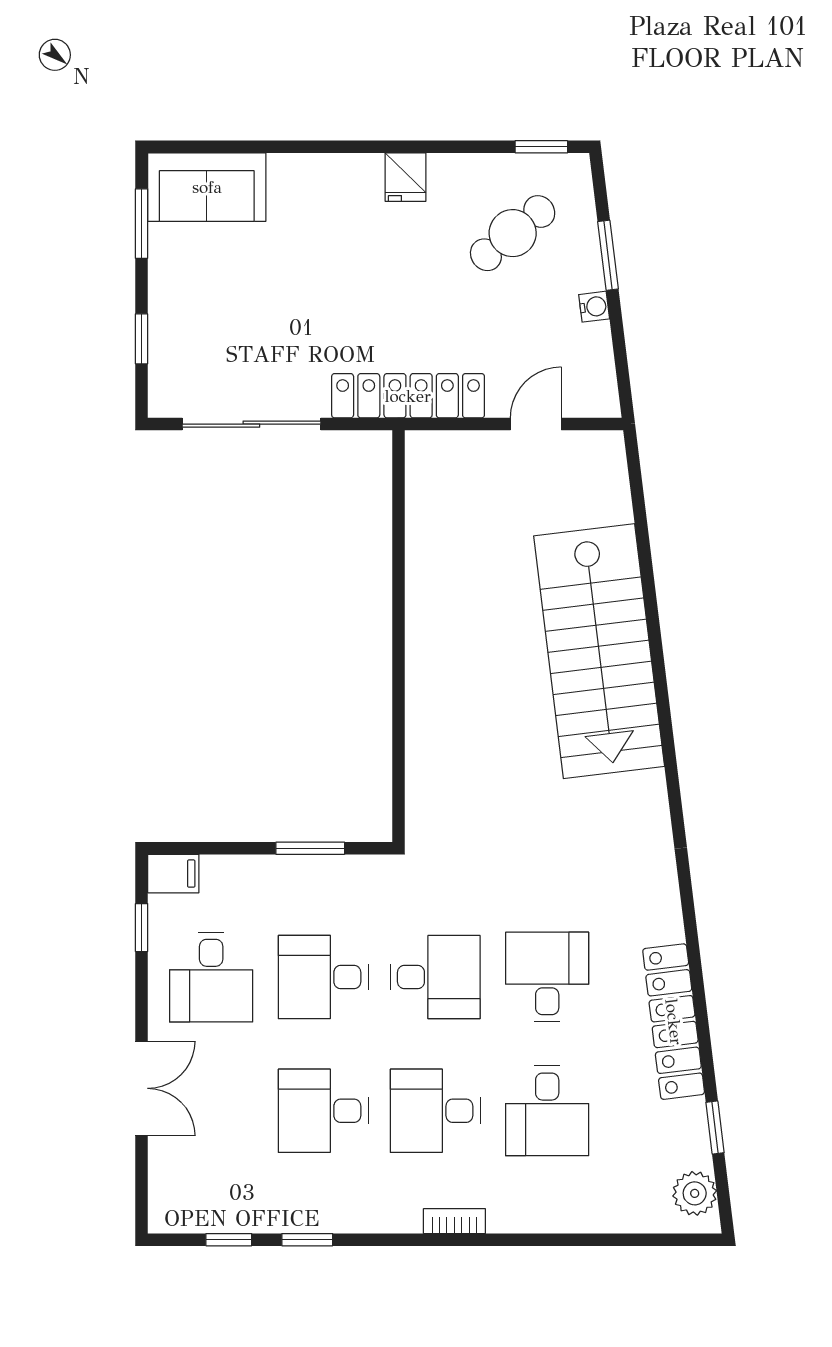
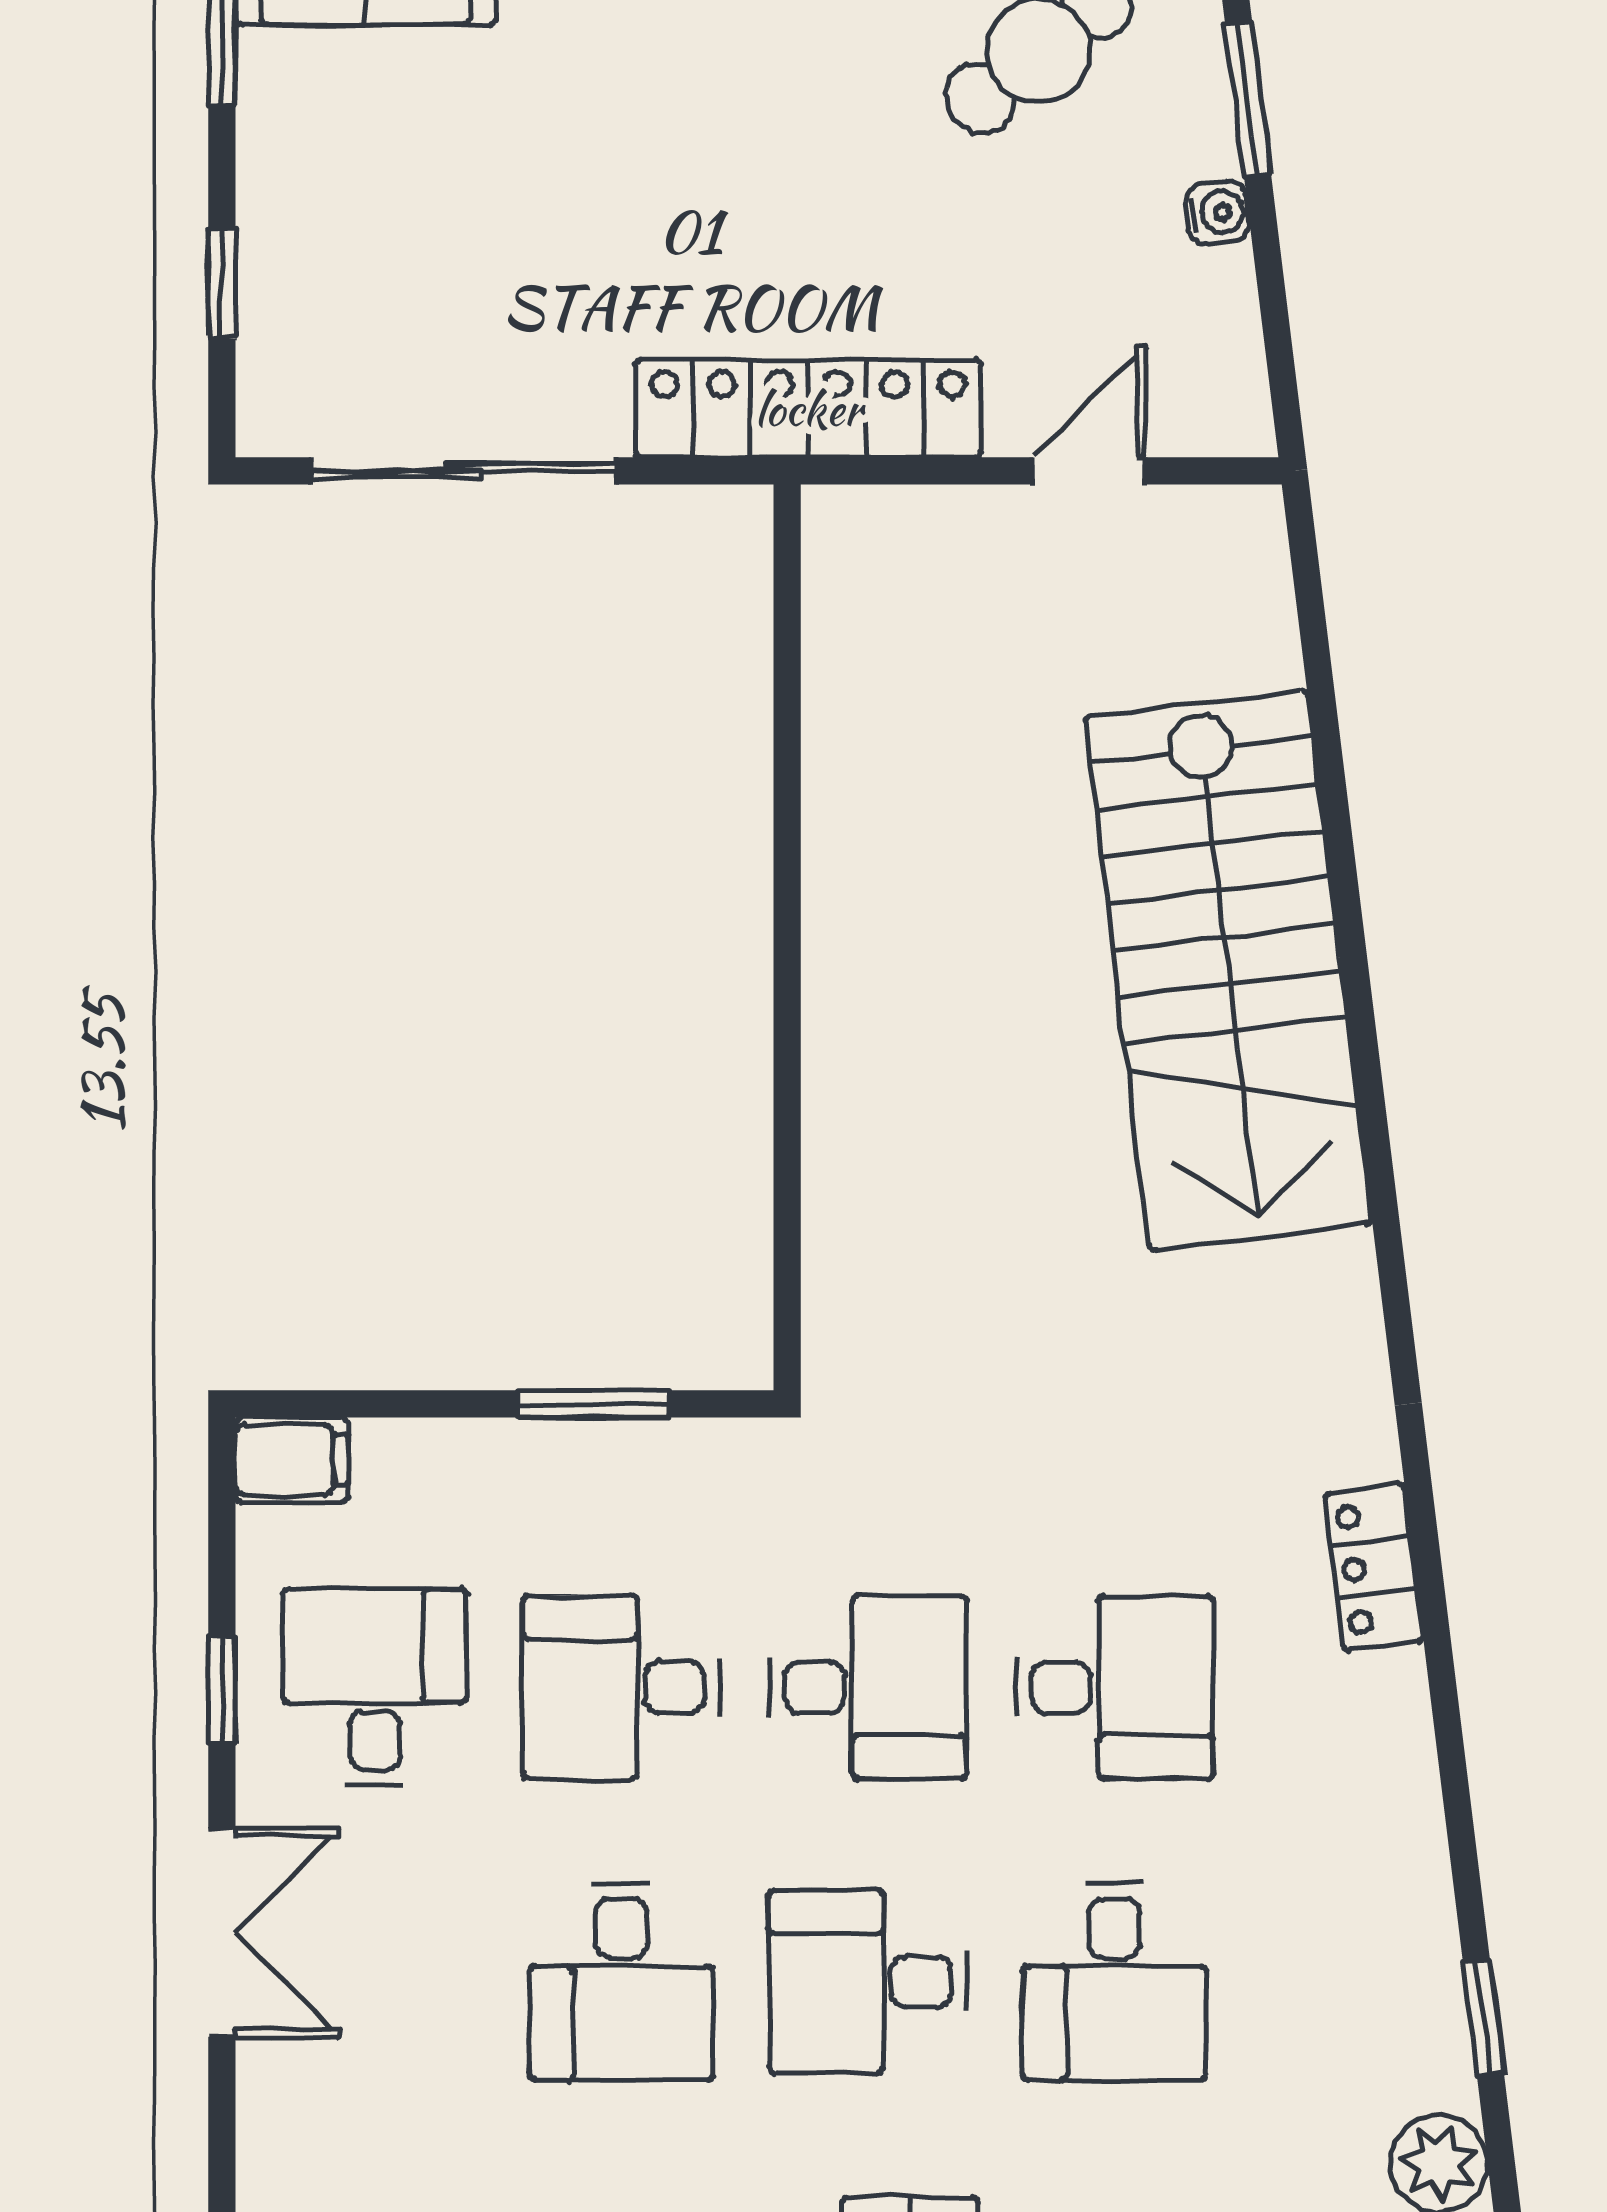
window: (142, 928) -> (222, 1690), moved
desk: (211, 977) -> (375, 1687), turned 180
desk: (547, 977) -> (1114, 1687), turned 90
locker: (674, 1022) -> (1374, 1567), moved, width x0.46, depth x0.83
desk: (323, 1111) -> (621, 1982), turned -90

